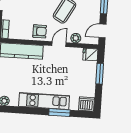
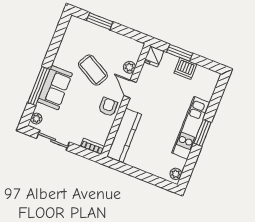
door: (102, 31) -> (131, 34), removed
dishwasher: (86, 104) -> (185, 69), moved, turned -90
window: (59, 113) -> (203, 133), moved

